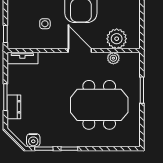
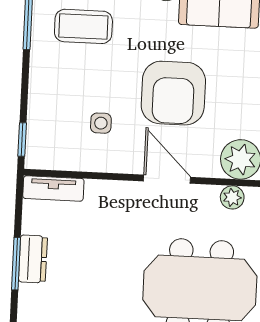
dresser: (14, 107) -> (33, 259), moved

